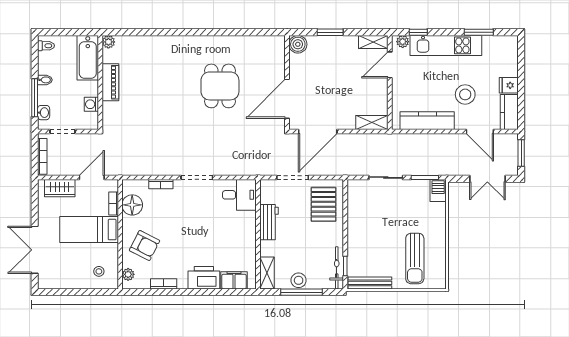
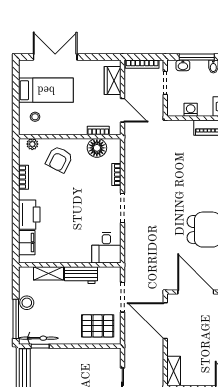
bed: (89, 230) -> (46, 90), moved, turned 90
shelving: (267, 273) -> (48, 273), moved
window: (302, 292) -> (16, 319), moved

